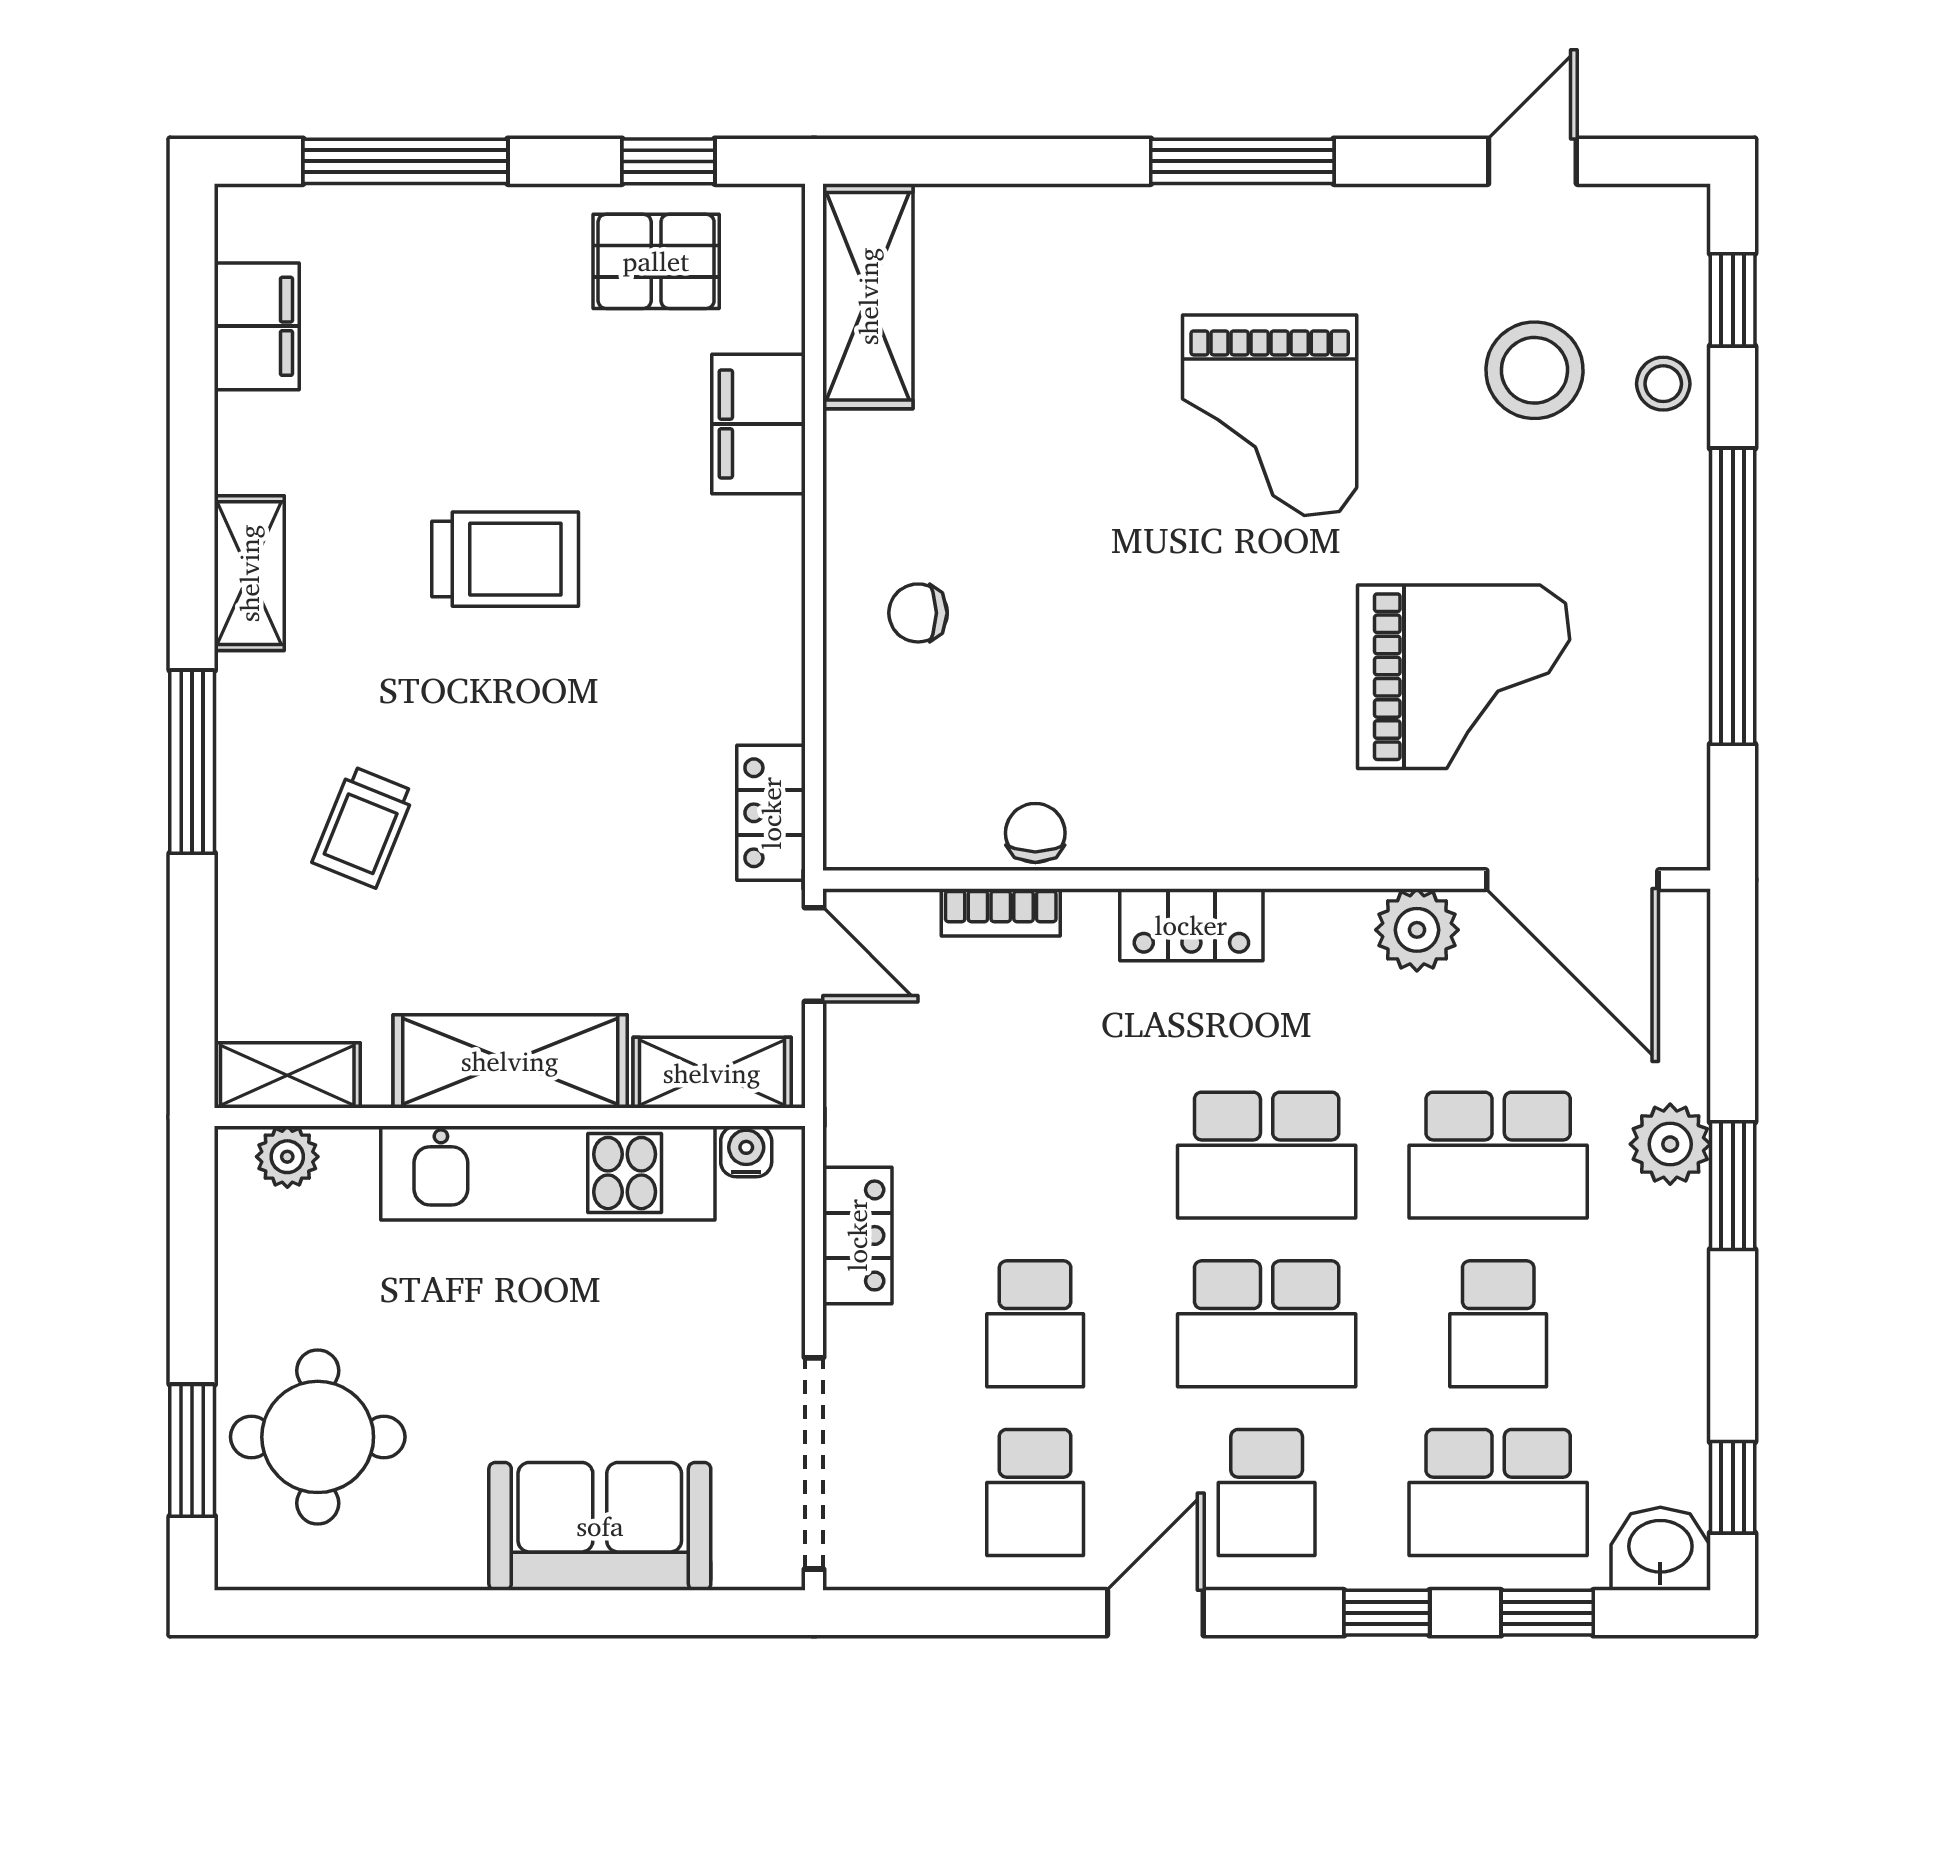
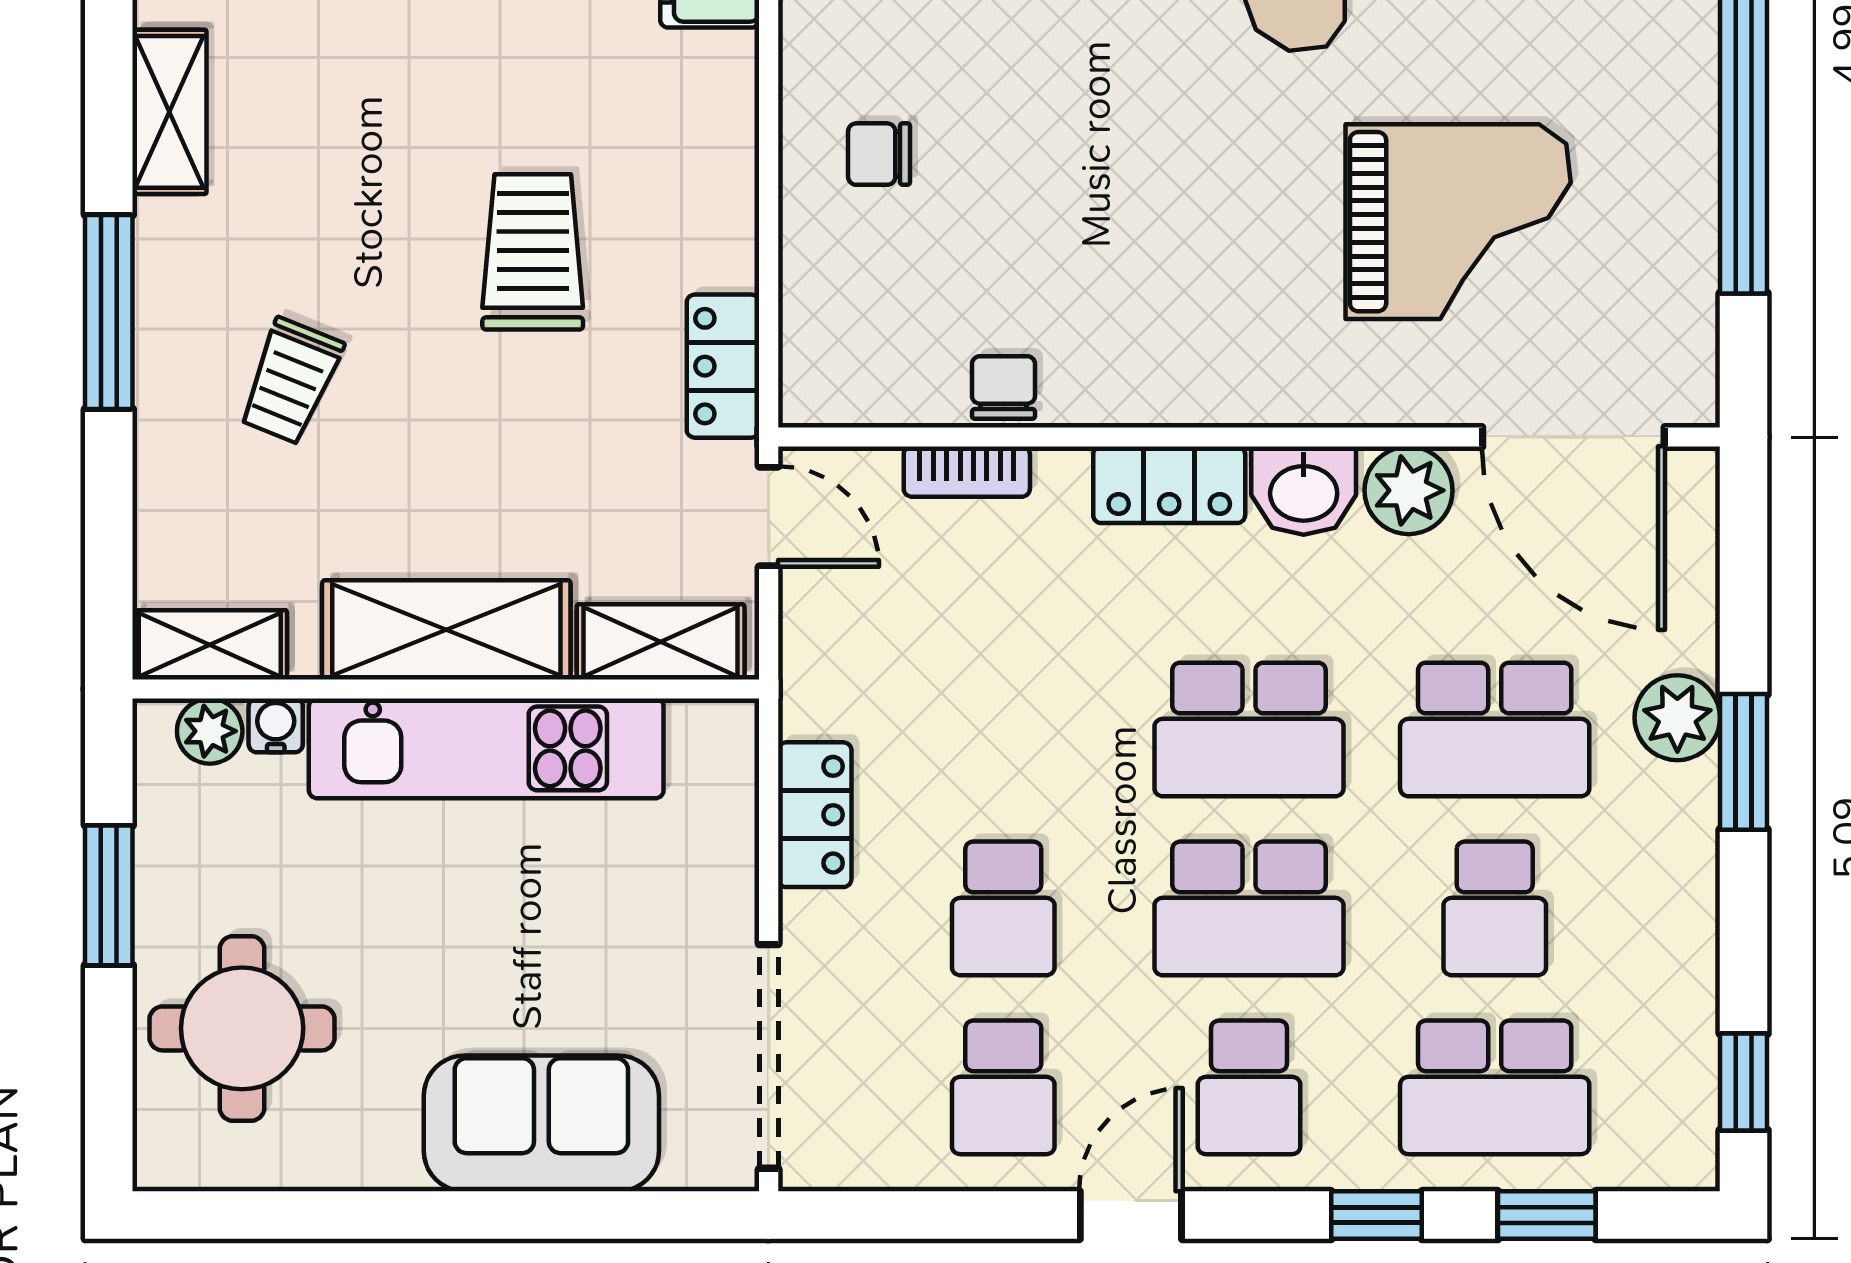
trolley: (505, 559) -> (533, 252), moved, turned -90
water cooler: (746, 1151) -> (276, 725), moved
window: (192, 1450) -> (109, 895), moved
washbasin: (1660, 1549) -> (1304, 491), moved, turned 180

